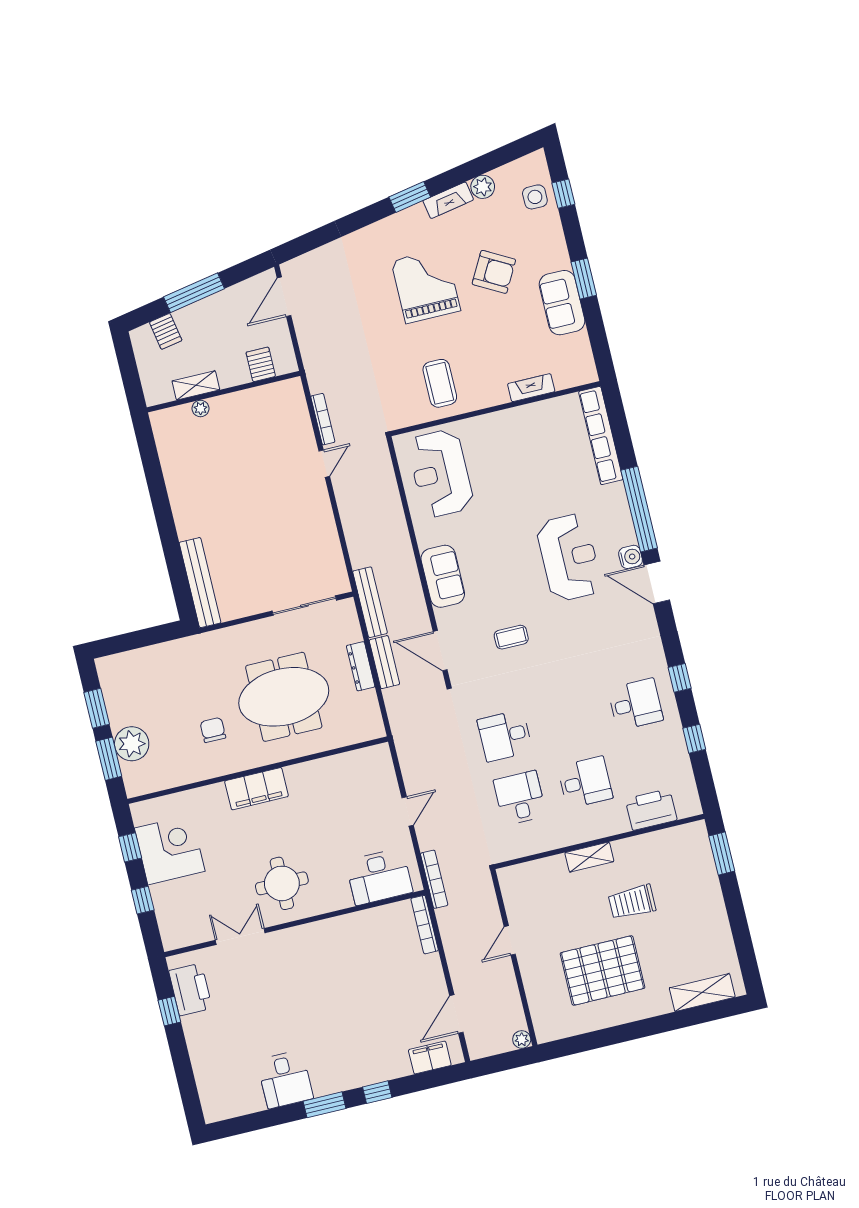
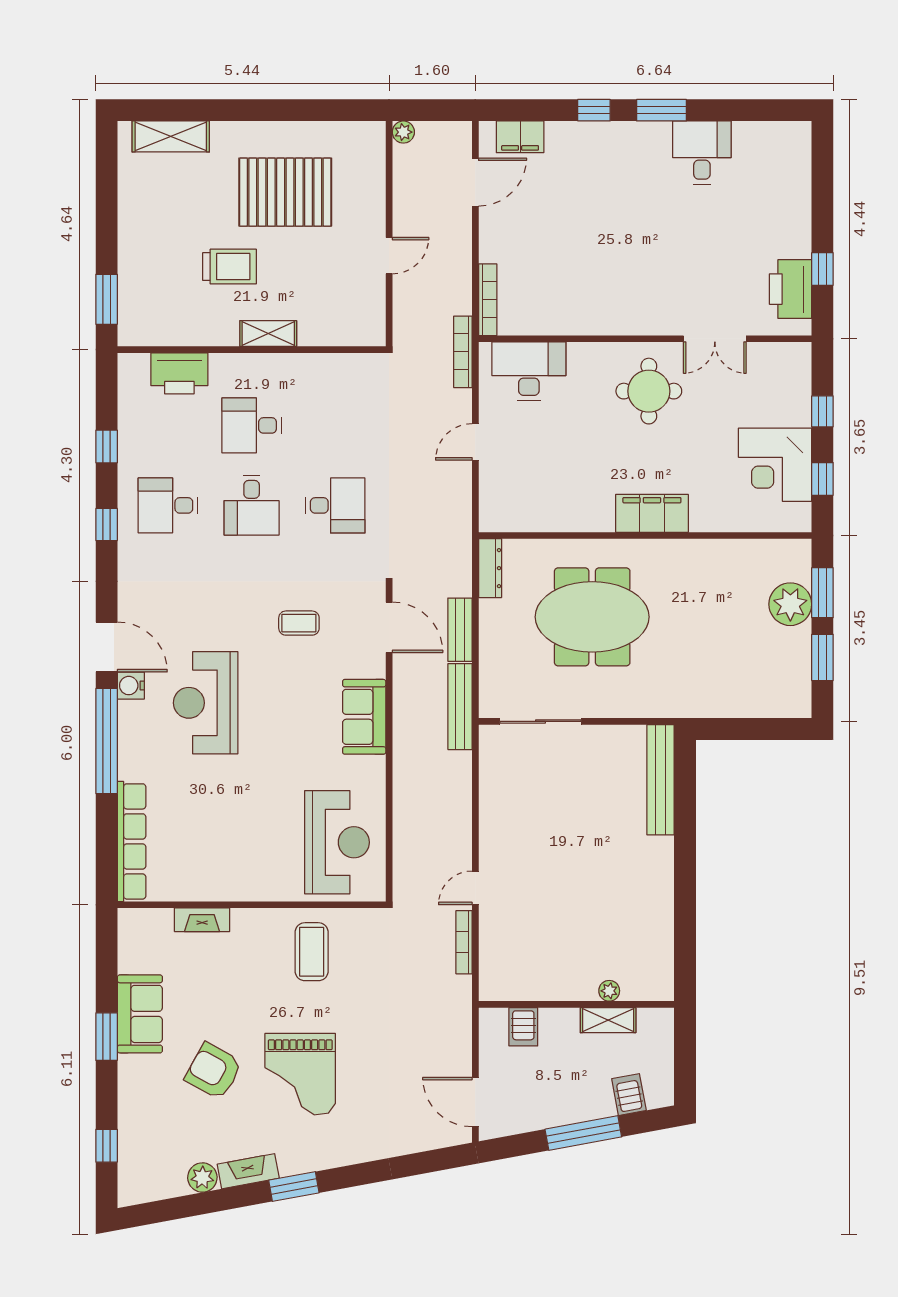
side table: (535, 197) -> (142, 1150), removed
door: (284, 297) -> (475, 1102), swing flipped
dresser: (361, 666) -> (490, 568), moved
chair: (213, 730) -> (688, 597), removed
desk: (520, 798) -> (252, 505), moved

